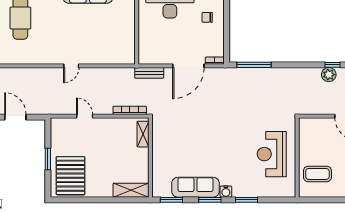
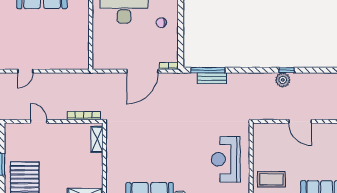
bench: (149, 73) -> (212, 78), moved

